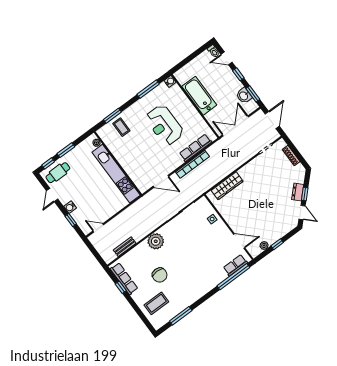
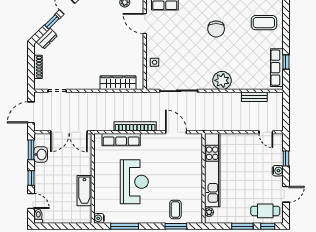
bathtub: (199, 96) -> (84, 191), width x0.73, depth x0.73
dresser: (298, 192) -> (47, 39), moved
chair: (160, 275) -> (216, 29), moved, turned 180

